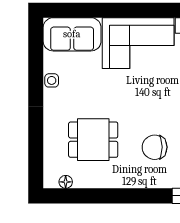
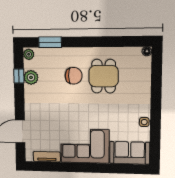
dining table: (93, 140) -> (104, 76), moved, turned 90
floor lamp: (66, 182) -> (147, 51), moved

